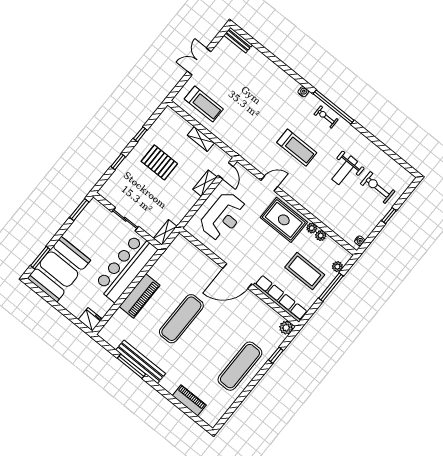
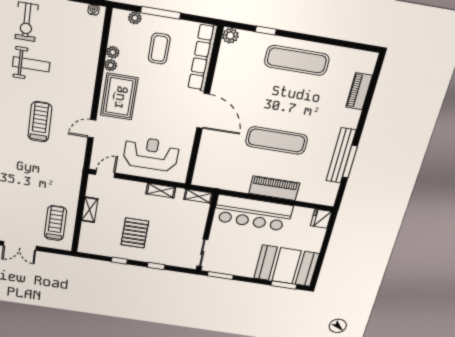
shelving: (205, 183) -> (161, 191), moved
door: (269, 184) -> (92, 129), hinge flipped
sliding door: (125, 219) -> (202, 253), moved
coffee table: (305, 271) -> (159, 49), width x0.73, depth x0.76

